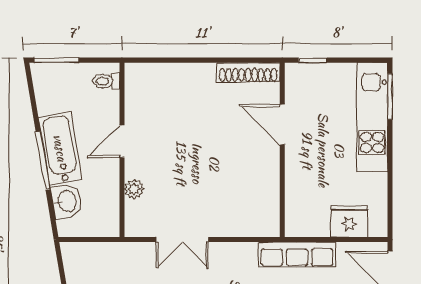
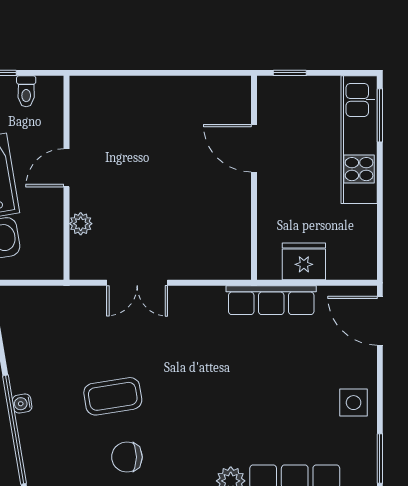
shoe rack: (248, 72) -> (214, 87), removed
toilet: (106, 81) -> (26, 91), moved, turned -90
fridge: (349, 221) -> (304, 261), moved

